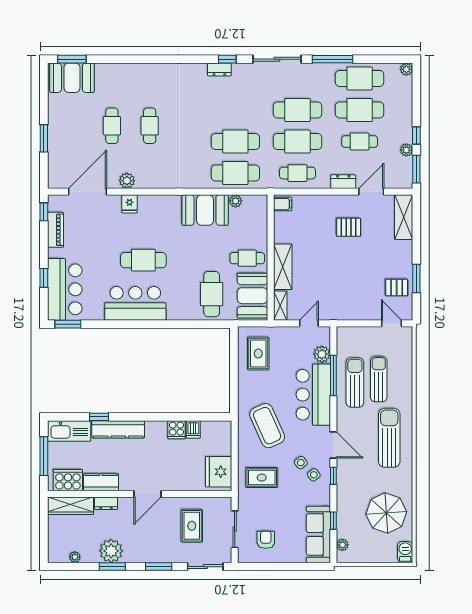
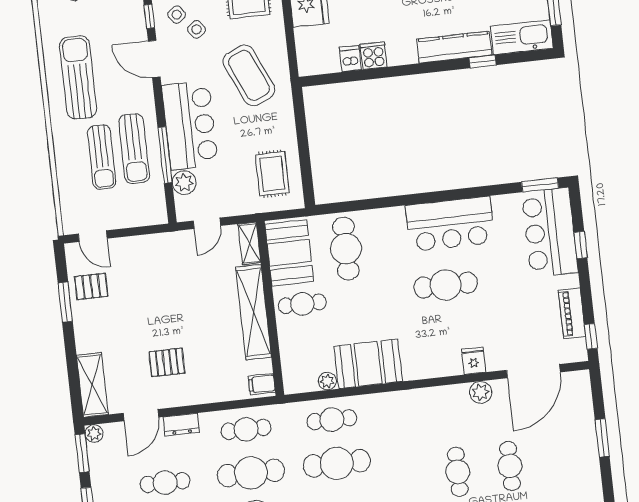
plant: (406, 150) -> (94, 434), moved
cafe table: (235, 173) -> (332, 420), width x0.73, depth x0.74
shelving: (283, 267) -> (254, 312), width x1.47
sun lounger: (389, 438) -> (78, 77), turned 180

